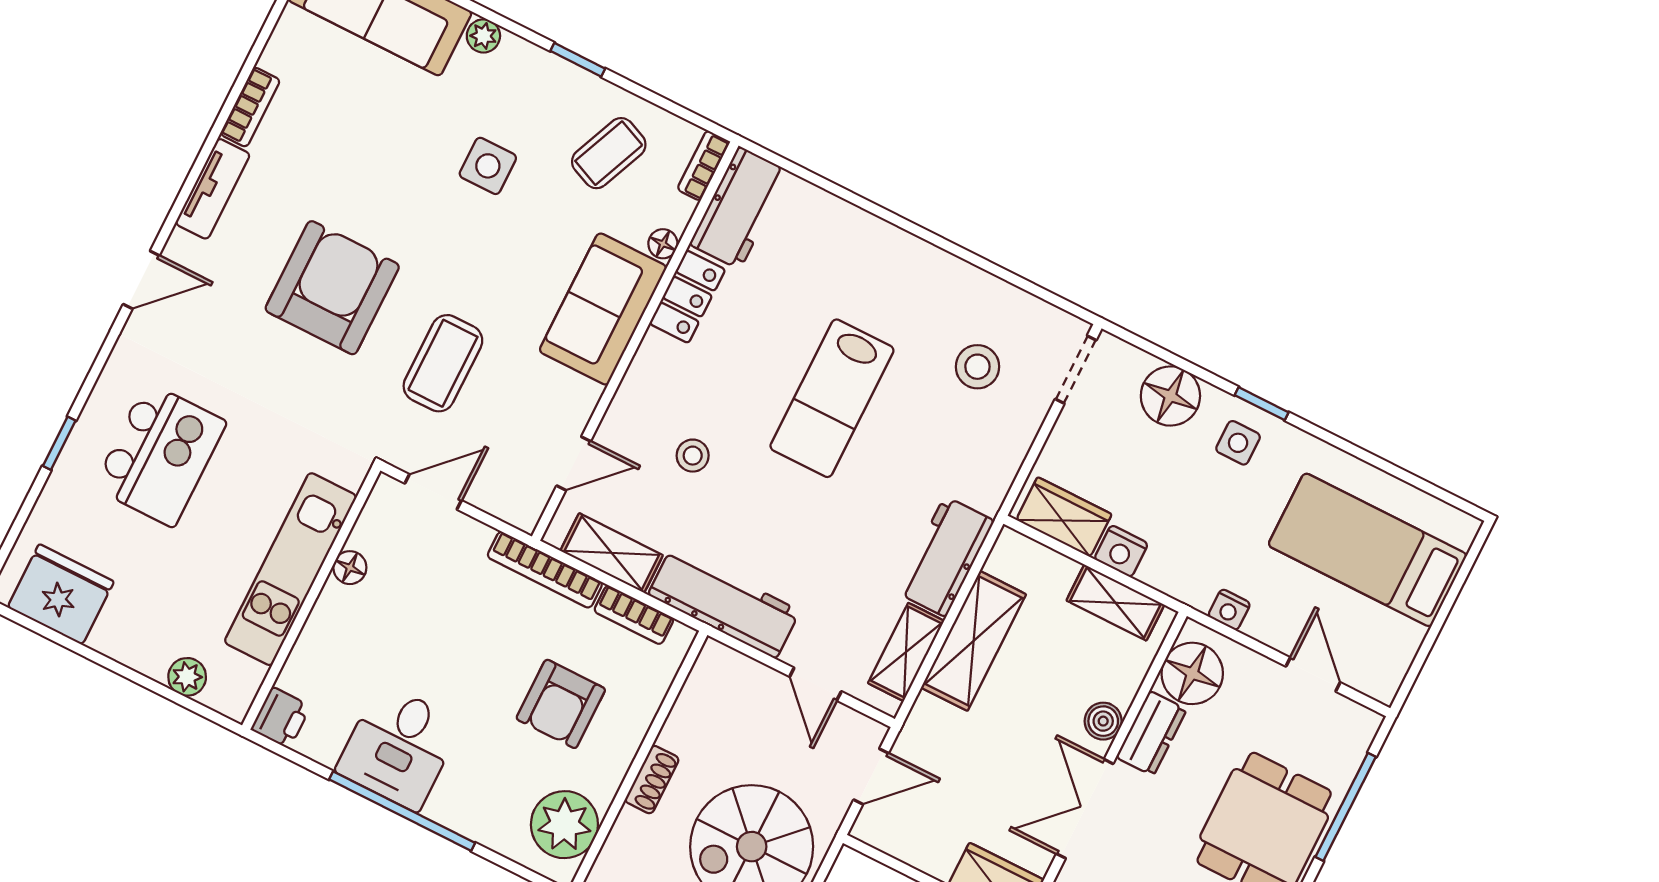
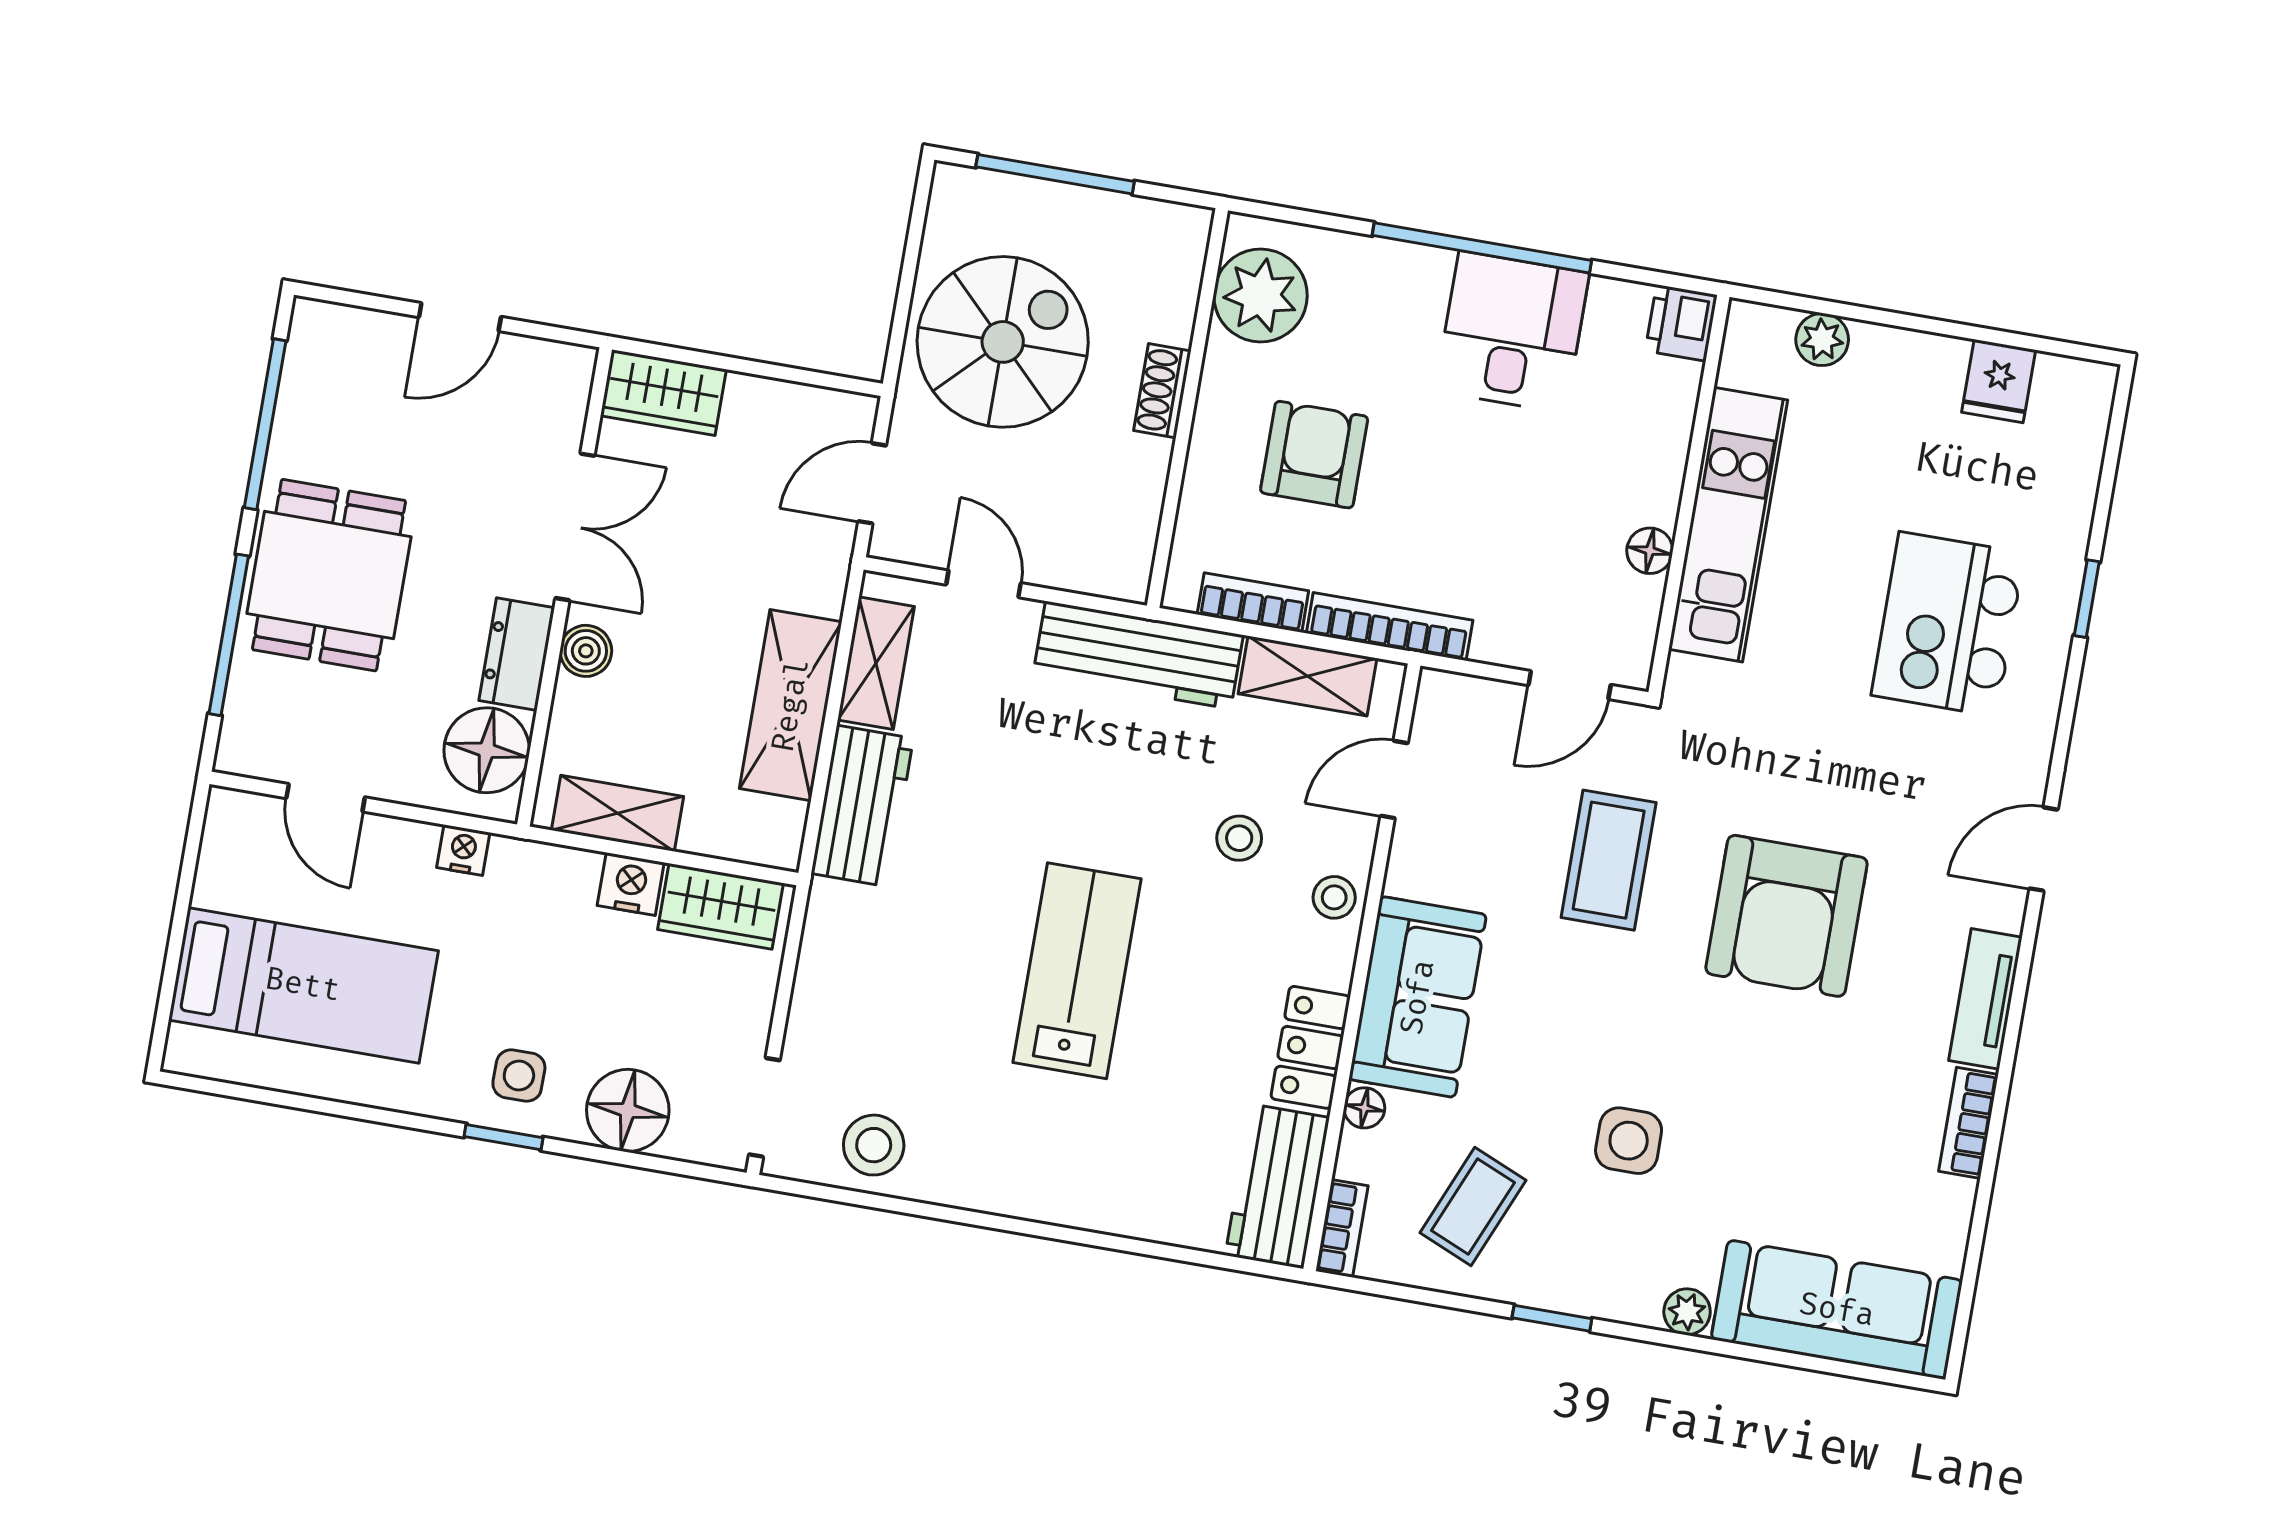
stool: (977, 367) -> (874, 1145), moved
stool: (640, 395) -> (1334, 897), added
fridge: (61, 594) -> (1999, 381), width x0.53, depth x0.75

